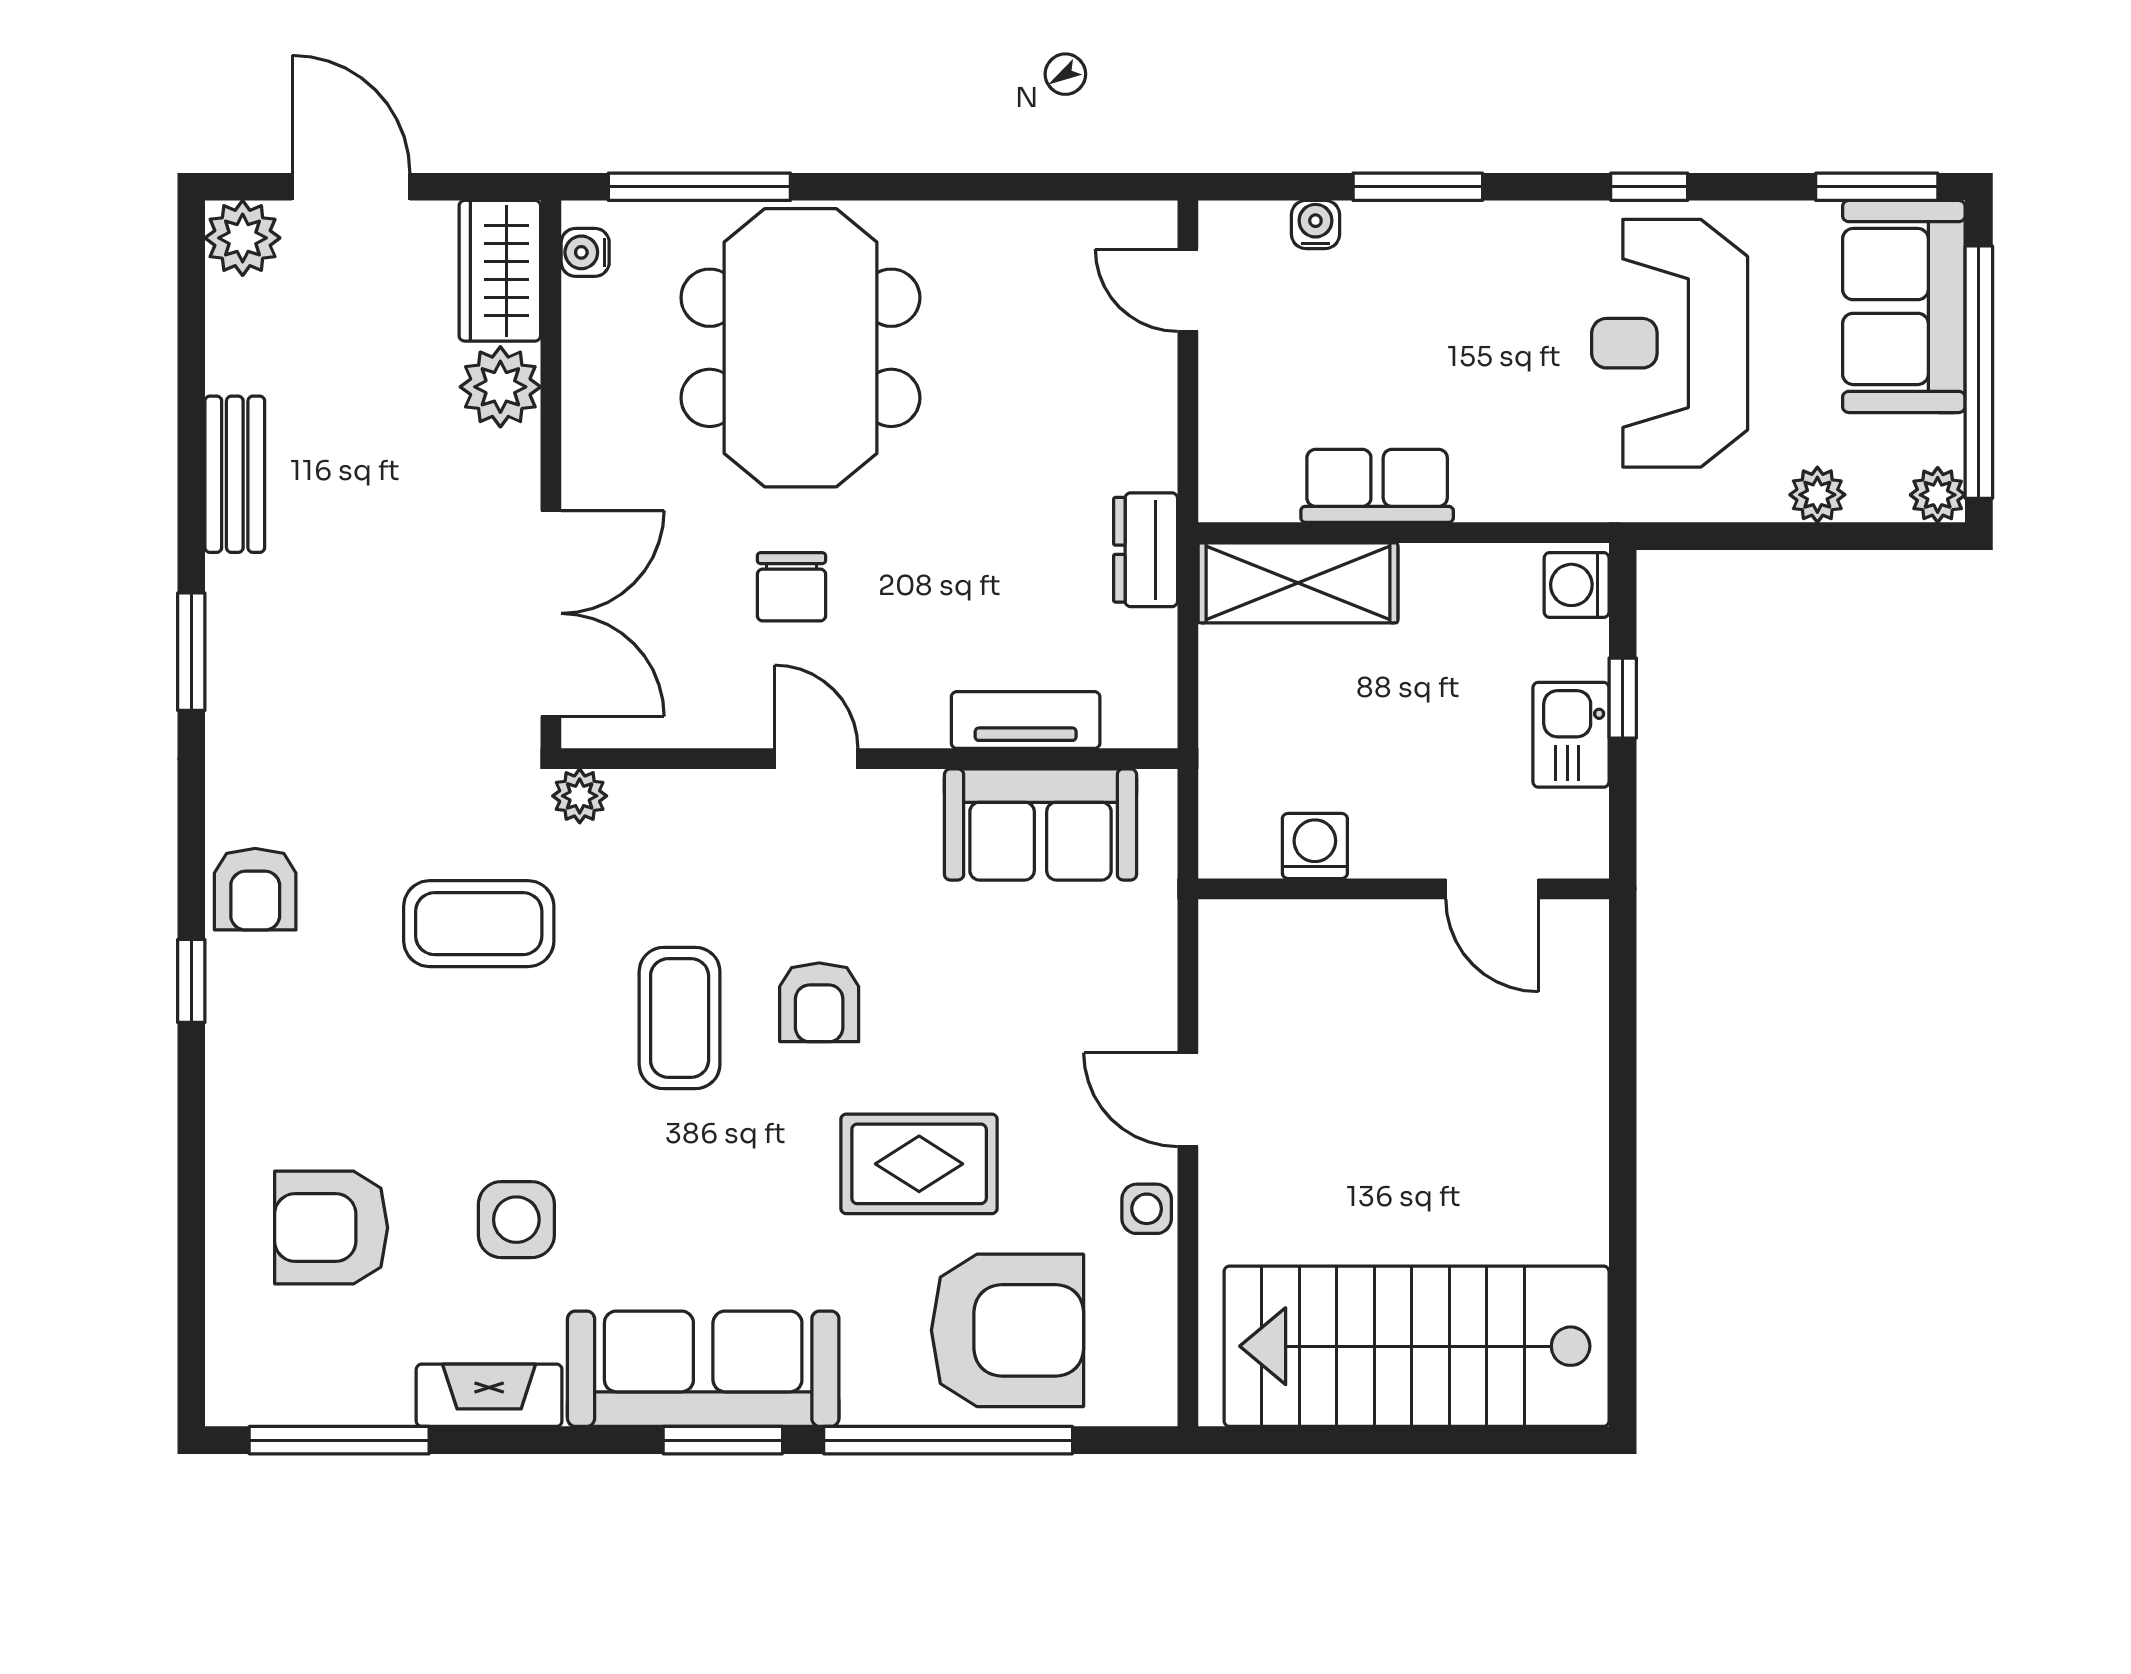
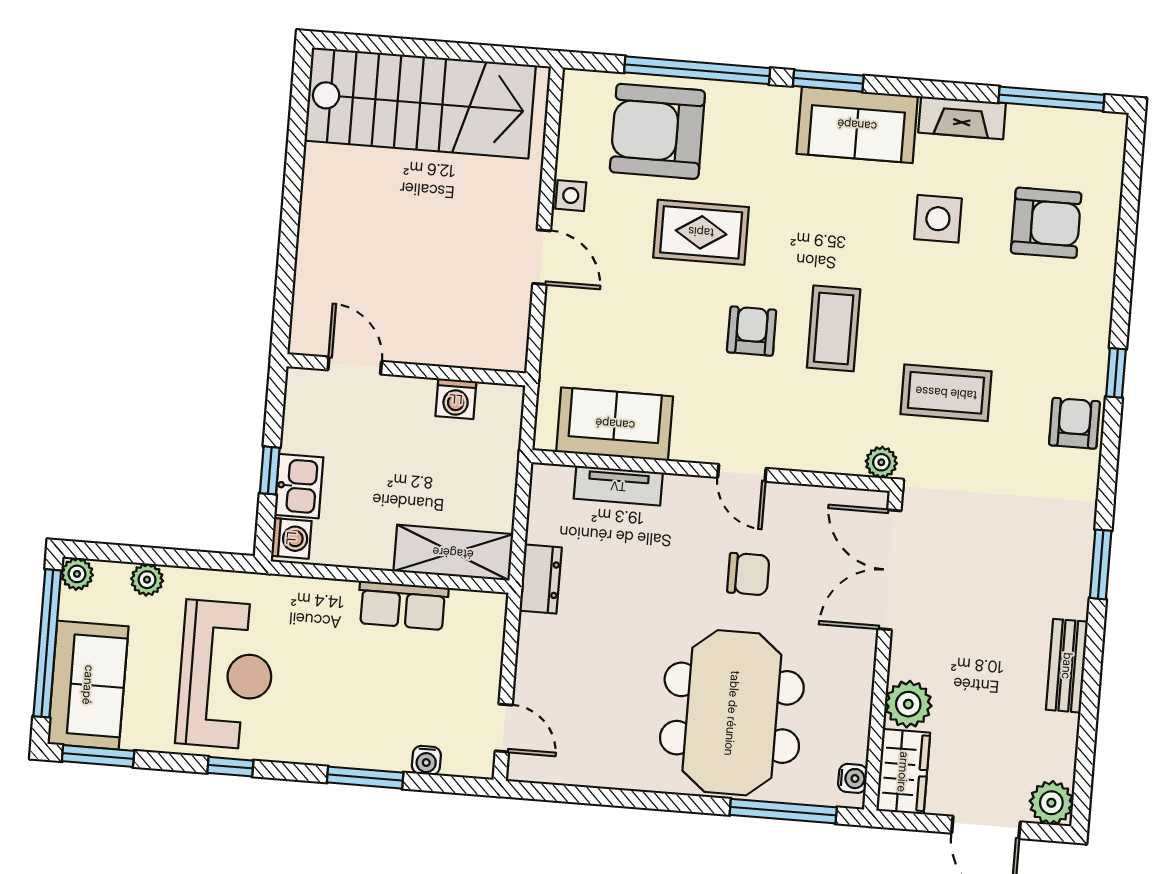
chair: (791, 587) -> (748, 574), turned 90
kitchen sink: (1571, 735) -> (299, 486), moved
sofa: (703, 1369) -> (857, 125), width x0.73

